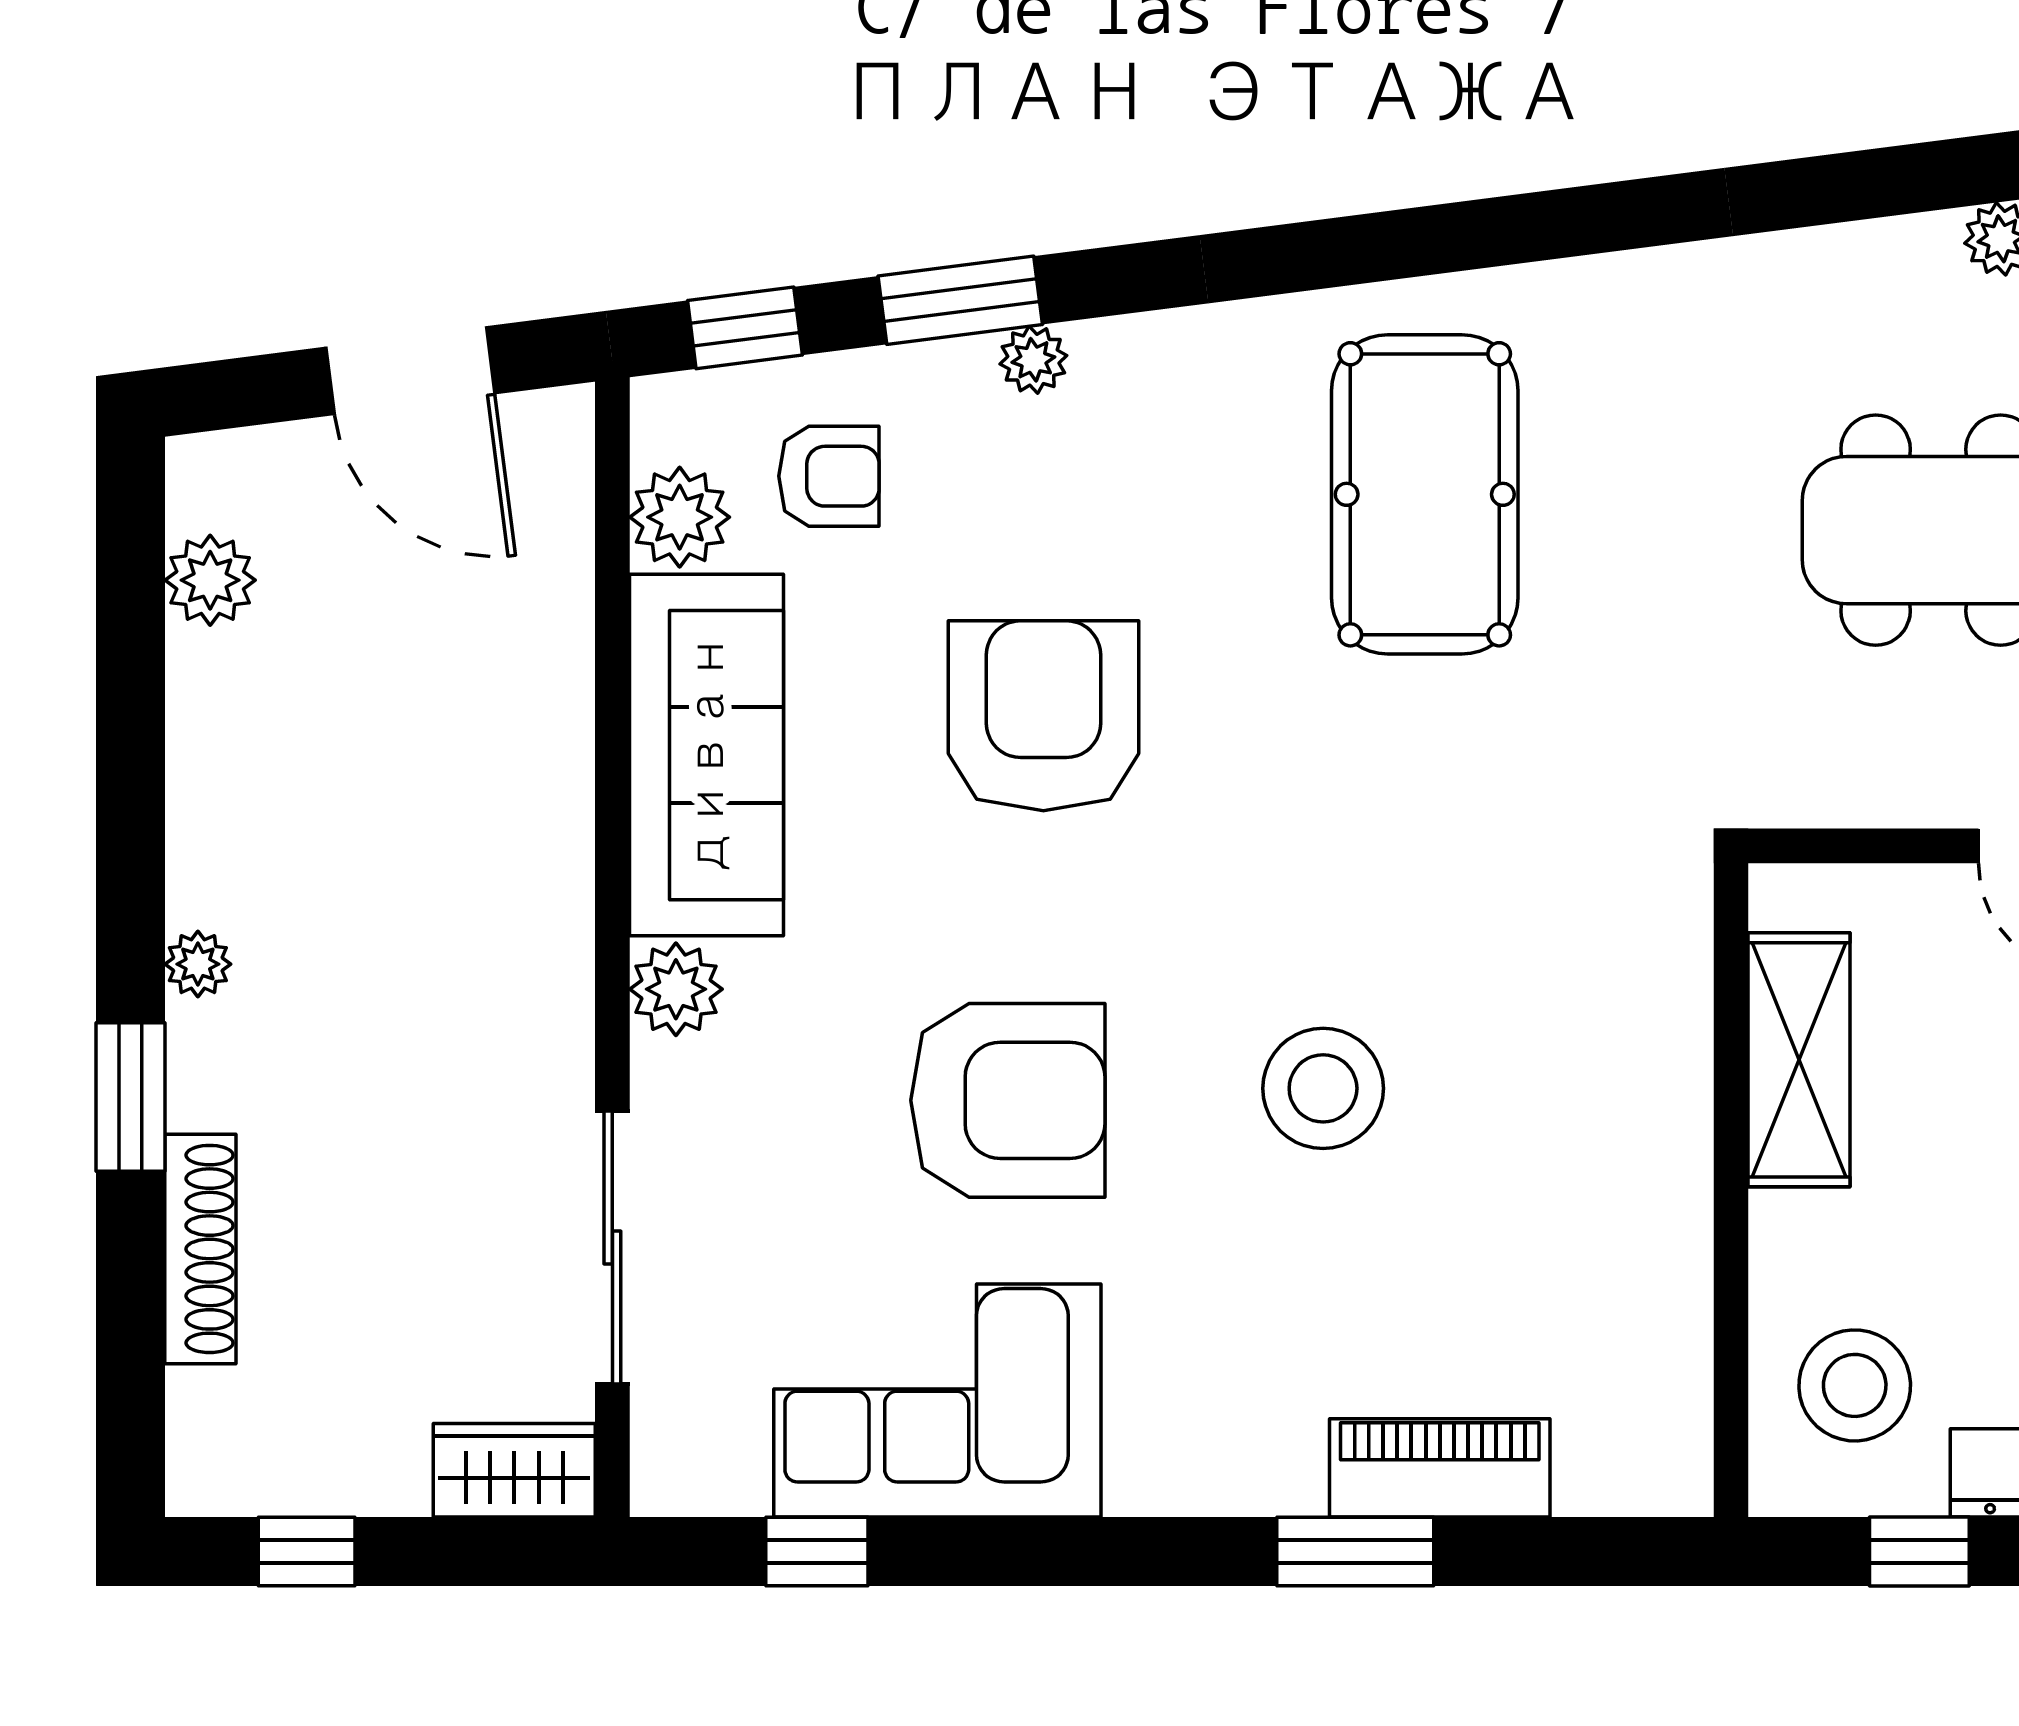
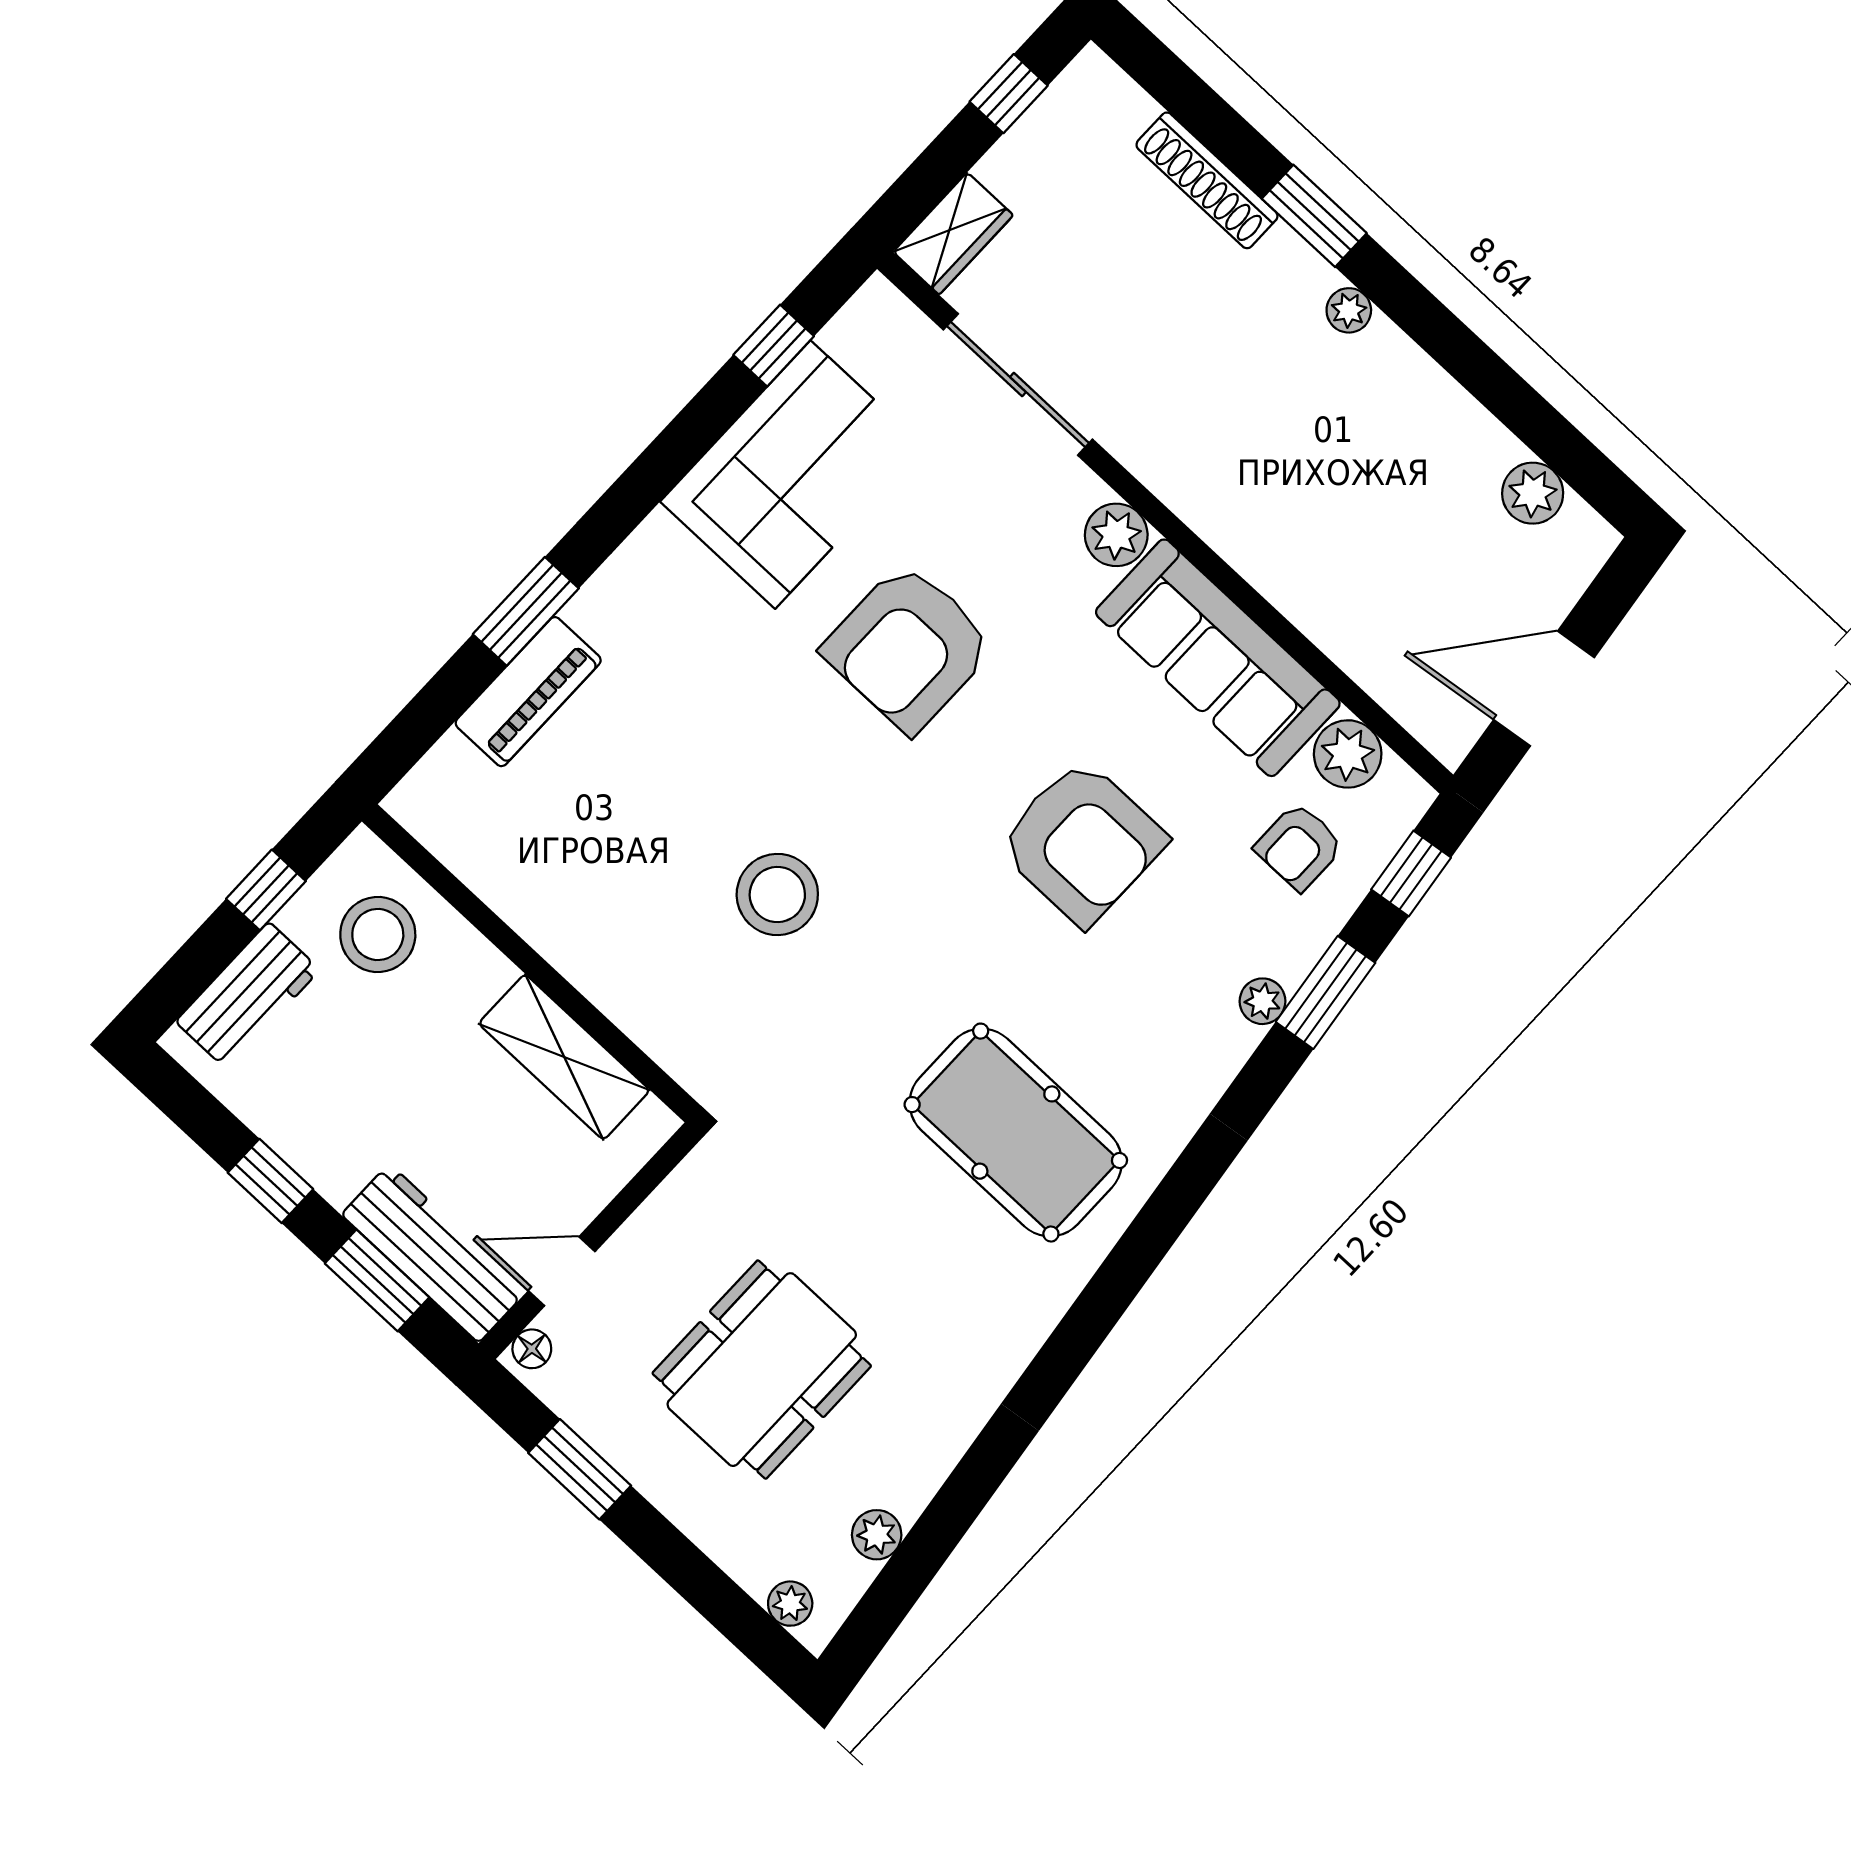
stool: (1323, 1088) -> (777, 895), moved

